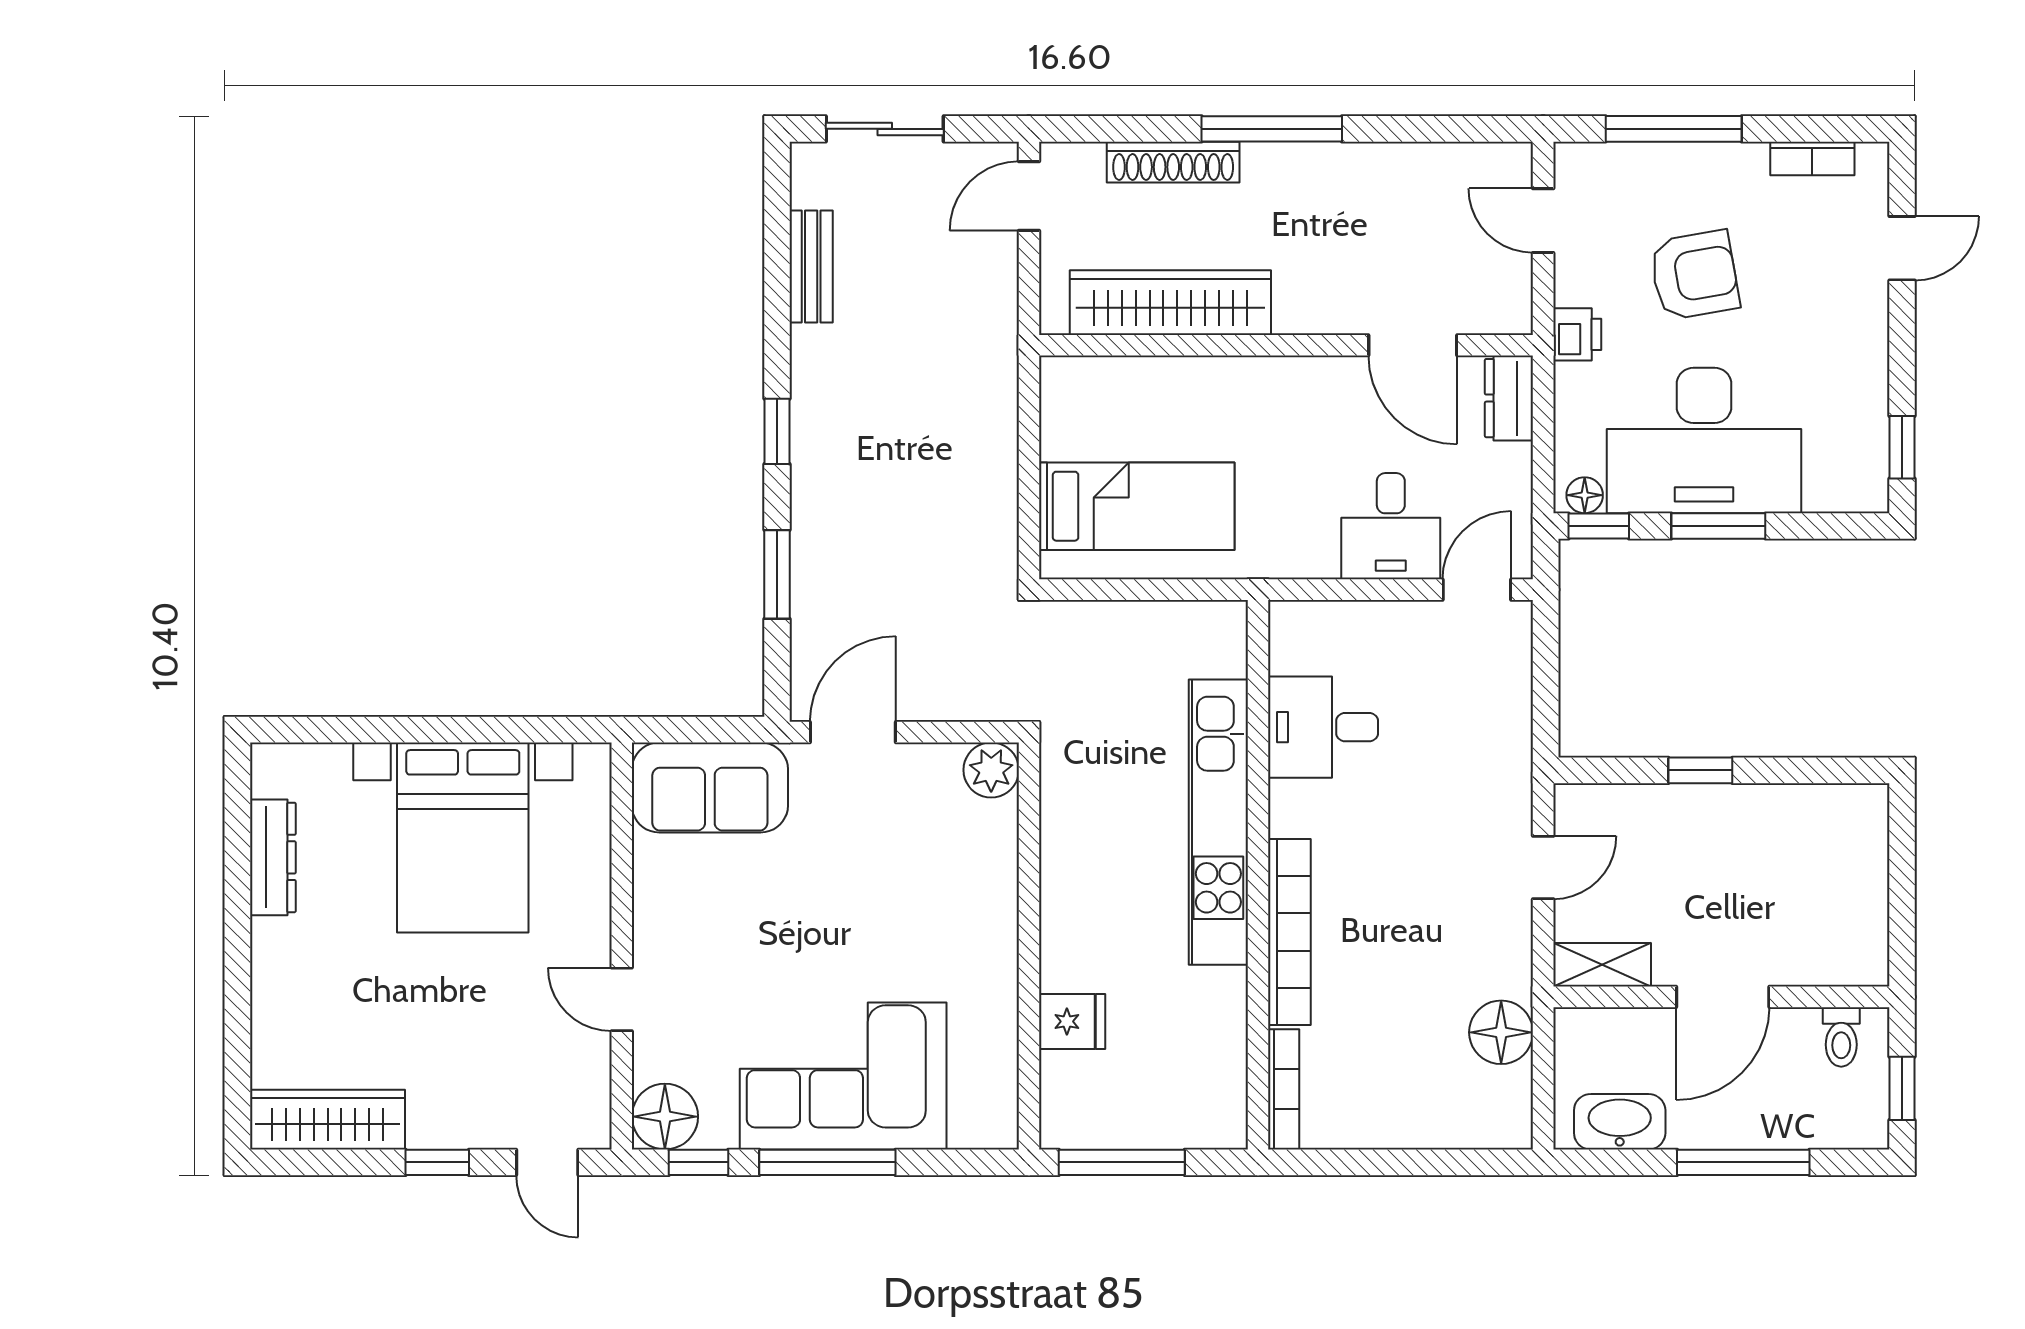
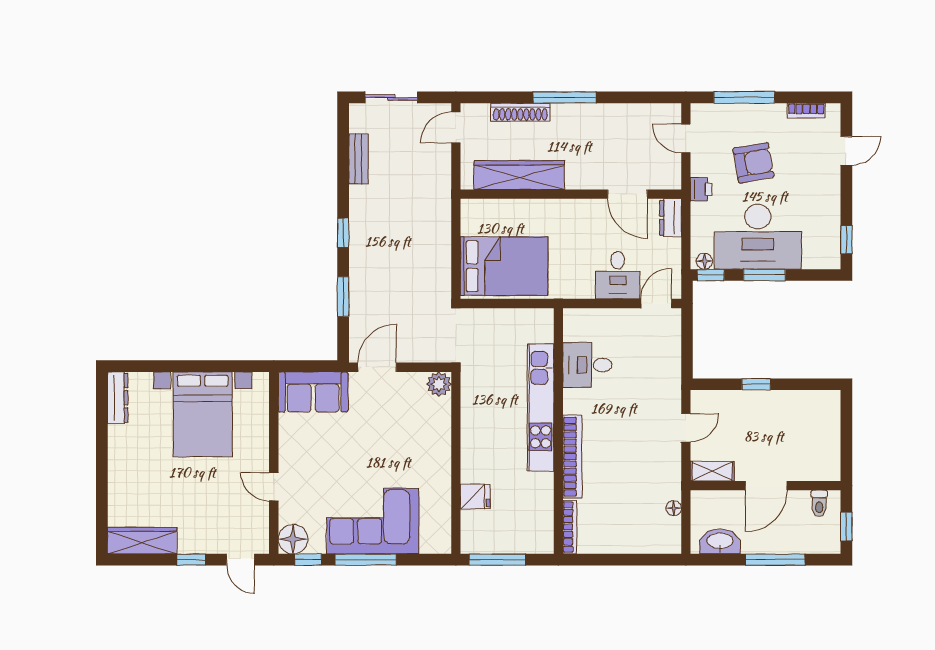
bed: (1137, 506) -> (504, 266), width x1.50
dresser: (273, 857) -> (118, 398), moved
floor lamp: (1501, 1032) -> (674, 508), width x0.53, depth x0.53

